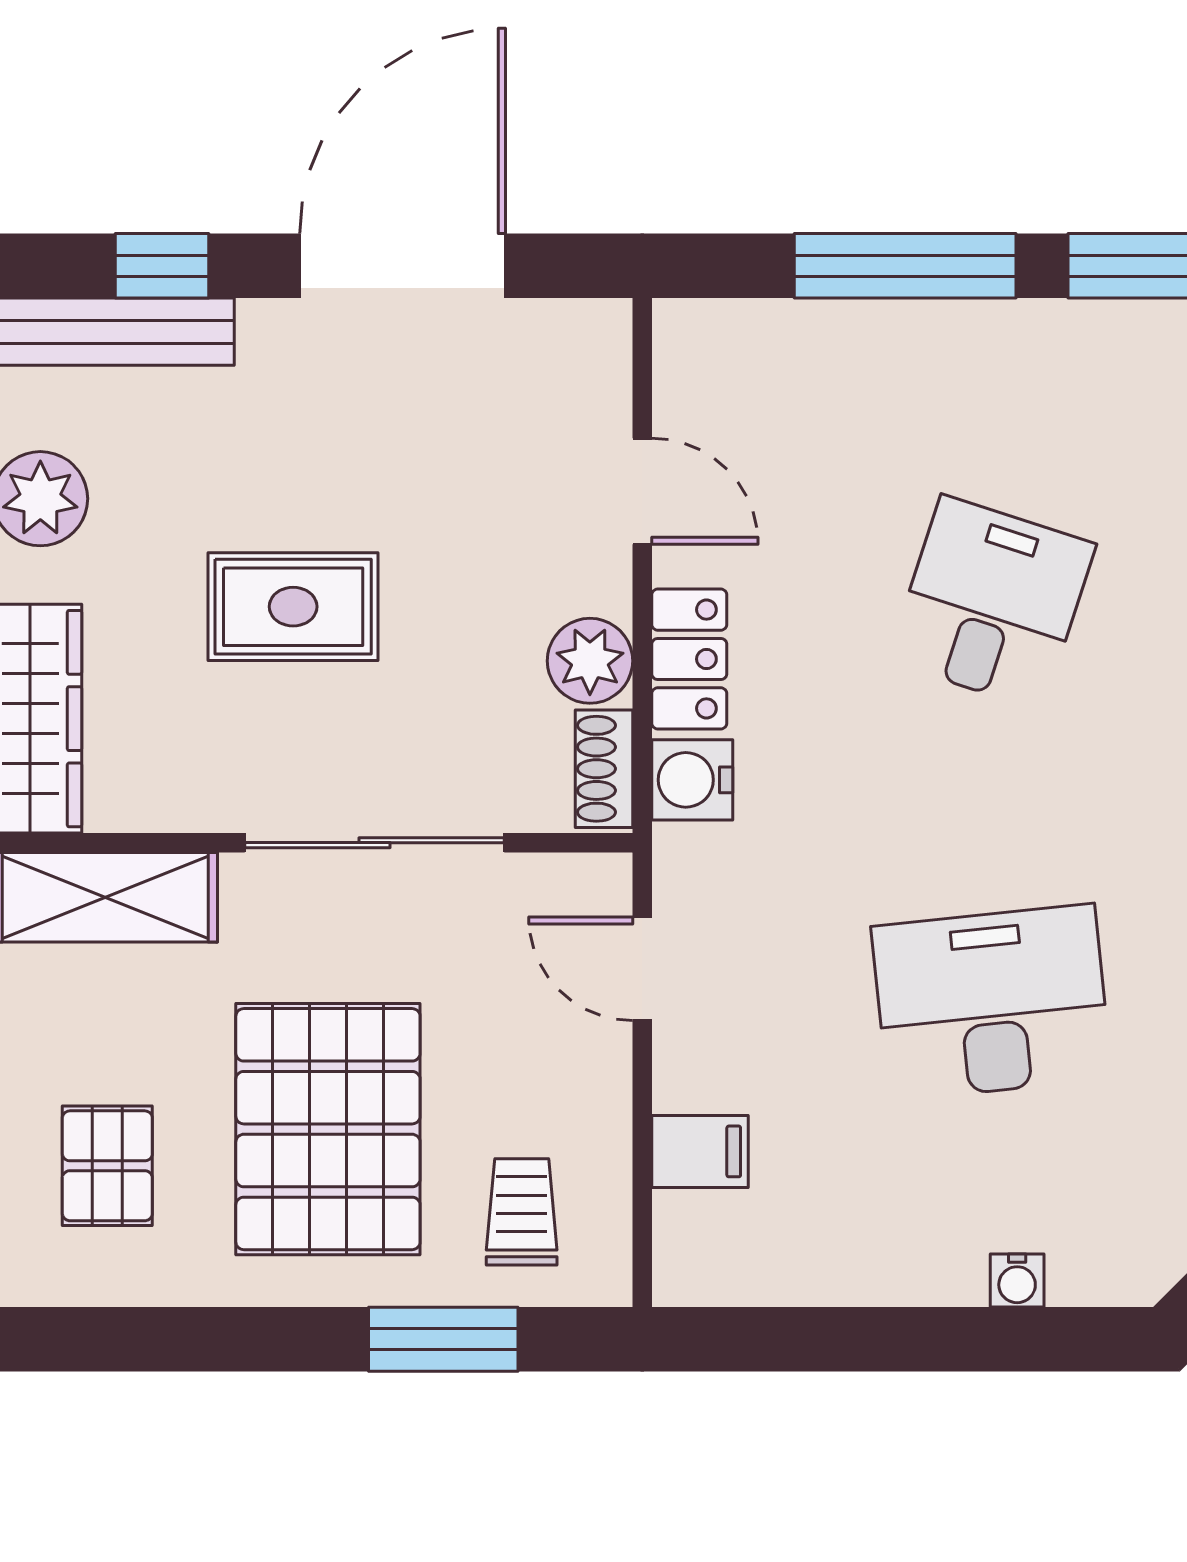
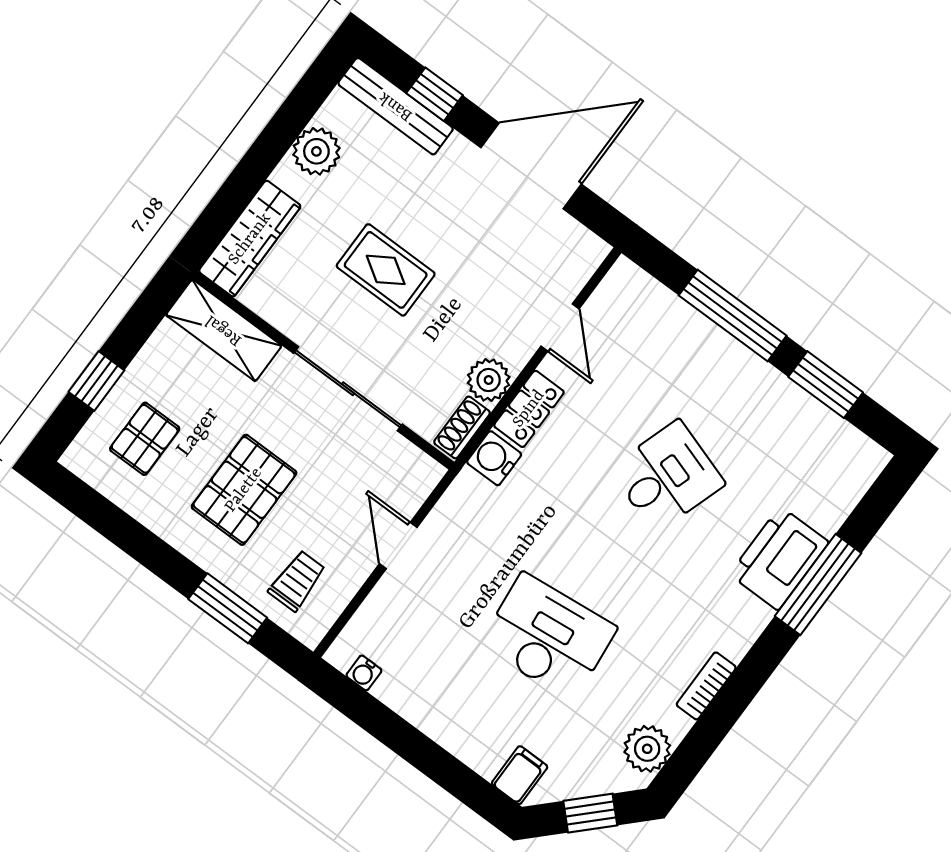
door: (642, 969) -> (398, 545), moved
pallet: (328, 1129) -> (244, 490), width x0.73, depth x0.71
filing cabinet: (700, 1151) -> (520, 775), moved, turned -90
water cooler: (1017, 1280) -> (364, 673), moved

